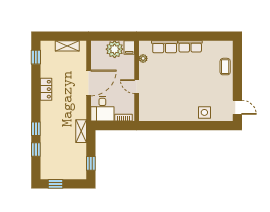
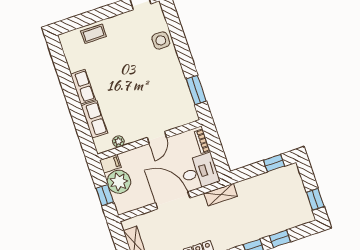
window: (108, 36) -> (105, 195), added
window: (161, 126) -> (196, 90), added
shelving: (81, 131) -> (221, 195), moved

